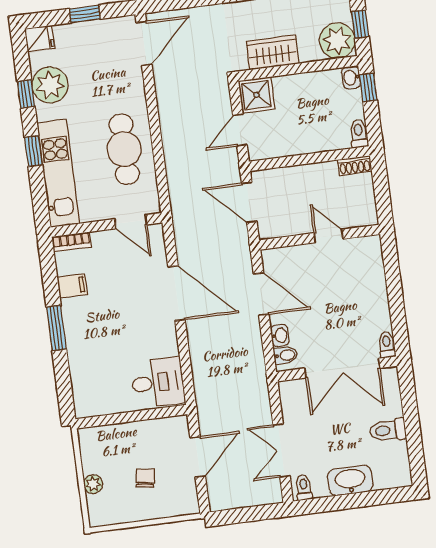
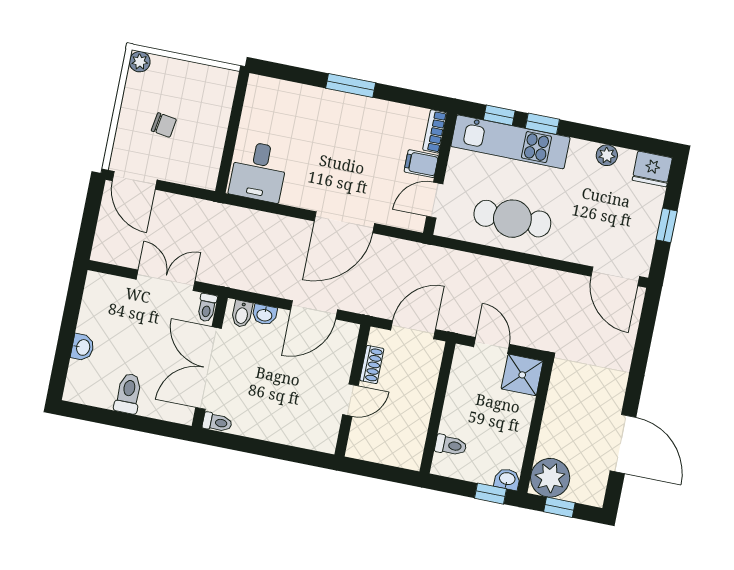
fridge: (40, 38) -> (652, 169), width x1.38
wardrobe: (272, 53) -> (561, 406), removed
plant: (50, 85) -> (607, 155), width x0.53, depth x0.53
window: (26, 94) -> (499, 115), moved
toilet: (359, 134) -> (451, 445), moved
shoe rack: (355, 166) -> (372, 365), moved, turned 180
filing cabinet: (72, 286) -> (421, 164), moved, turned 90
double door: (281, 450) -> (166, 280), moved
door: (198, 457) -> (135, 180), moved
washbasin: (350, 480) -> (83, 347), width x0.52, depth x0.69
plant: (93, 484) -> (140, 62), moved
toilet: (304, 488) -> (207, 308), moved, turned 90

